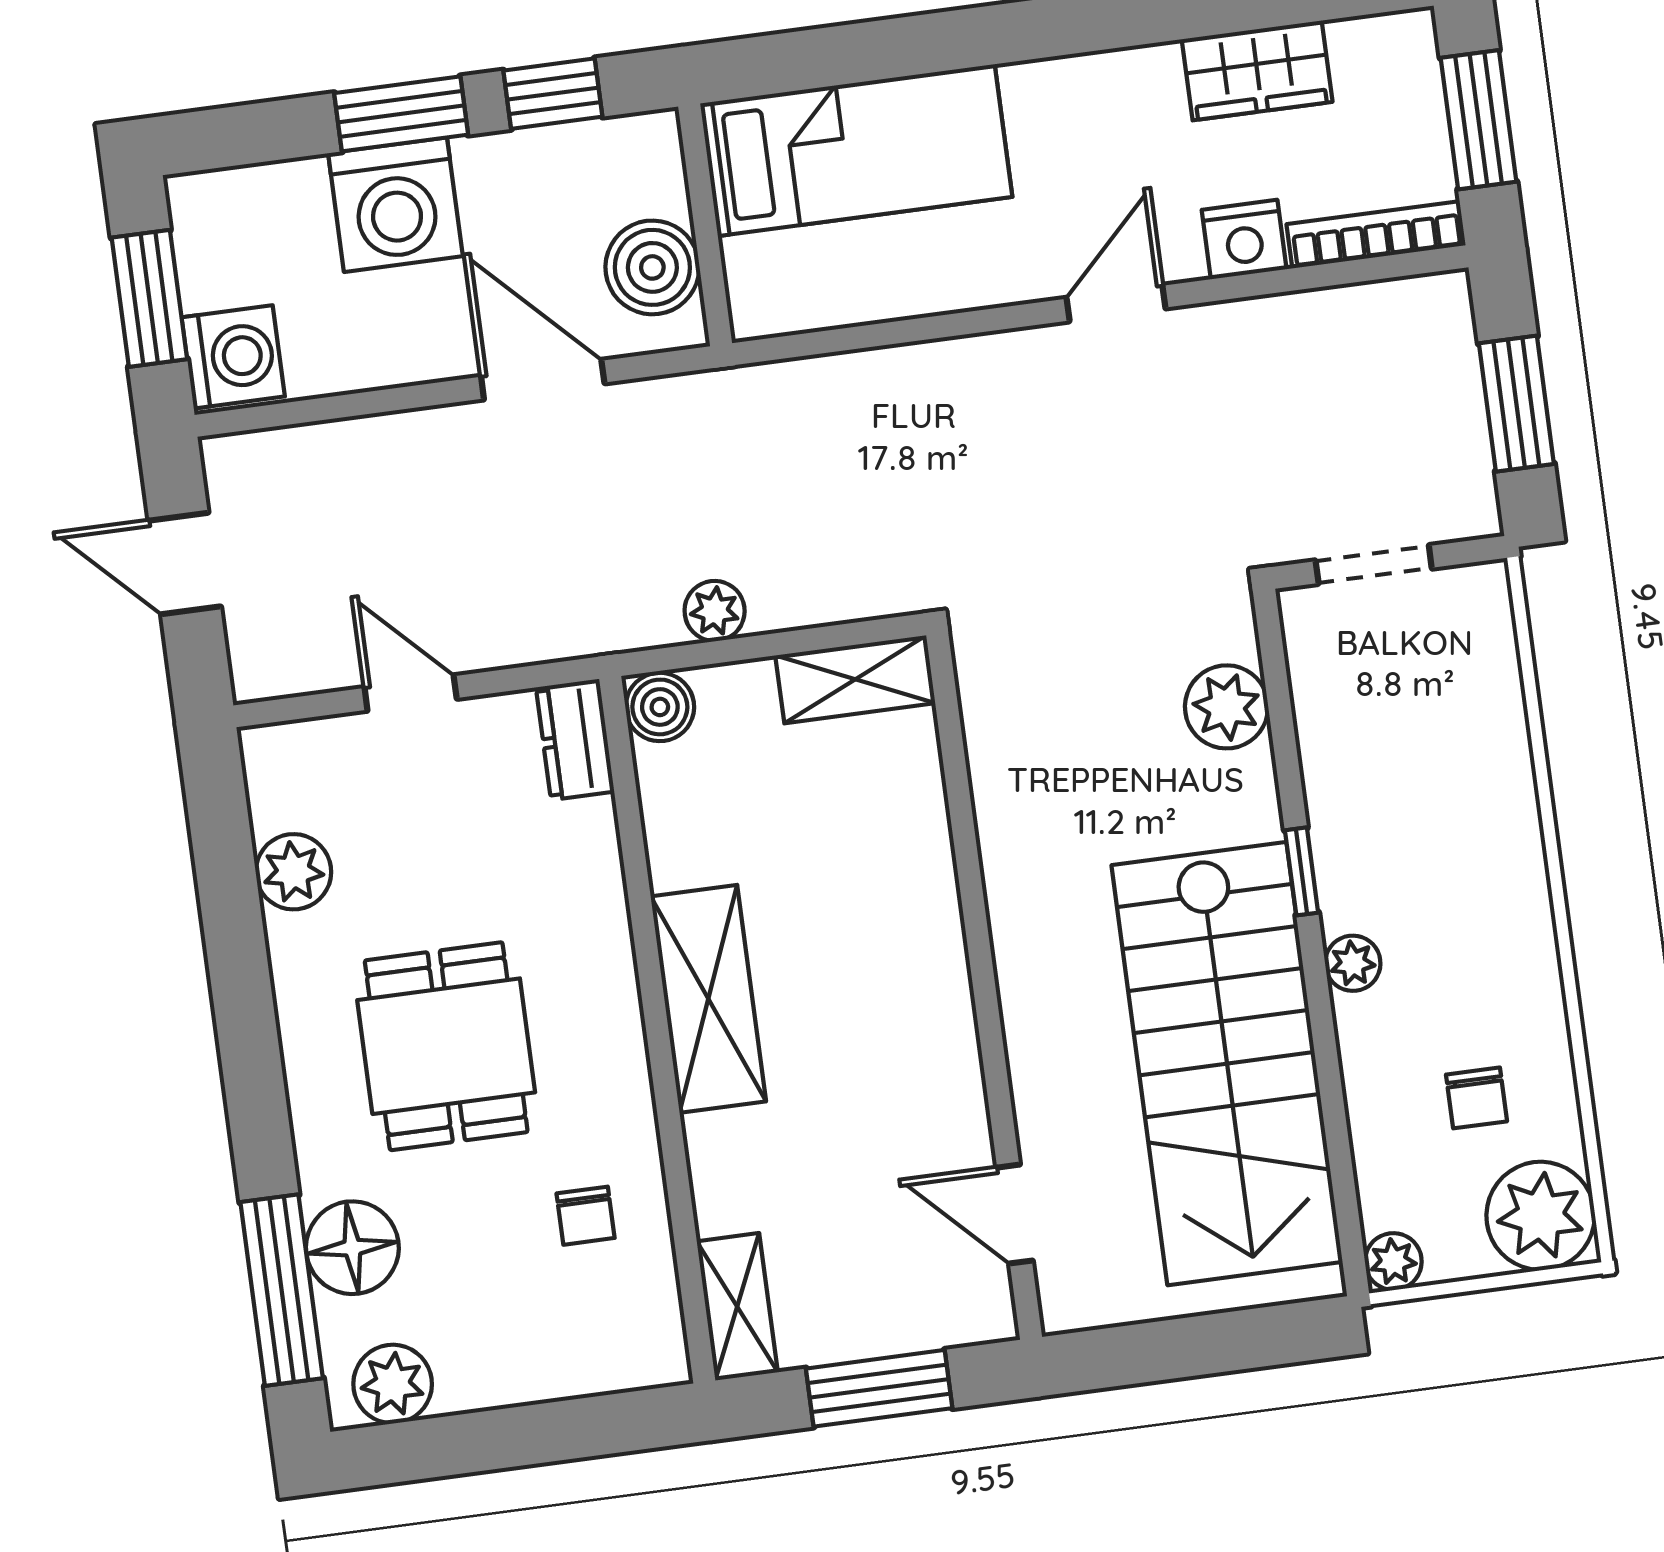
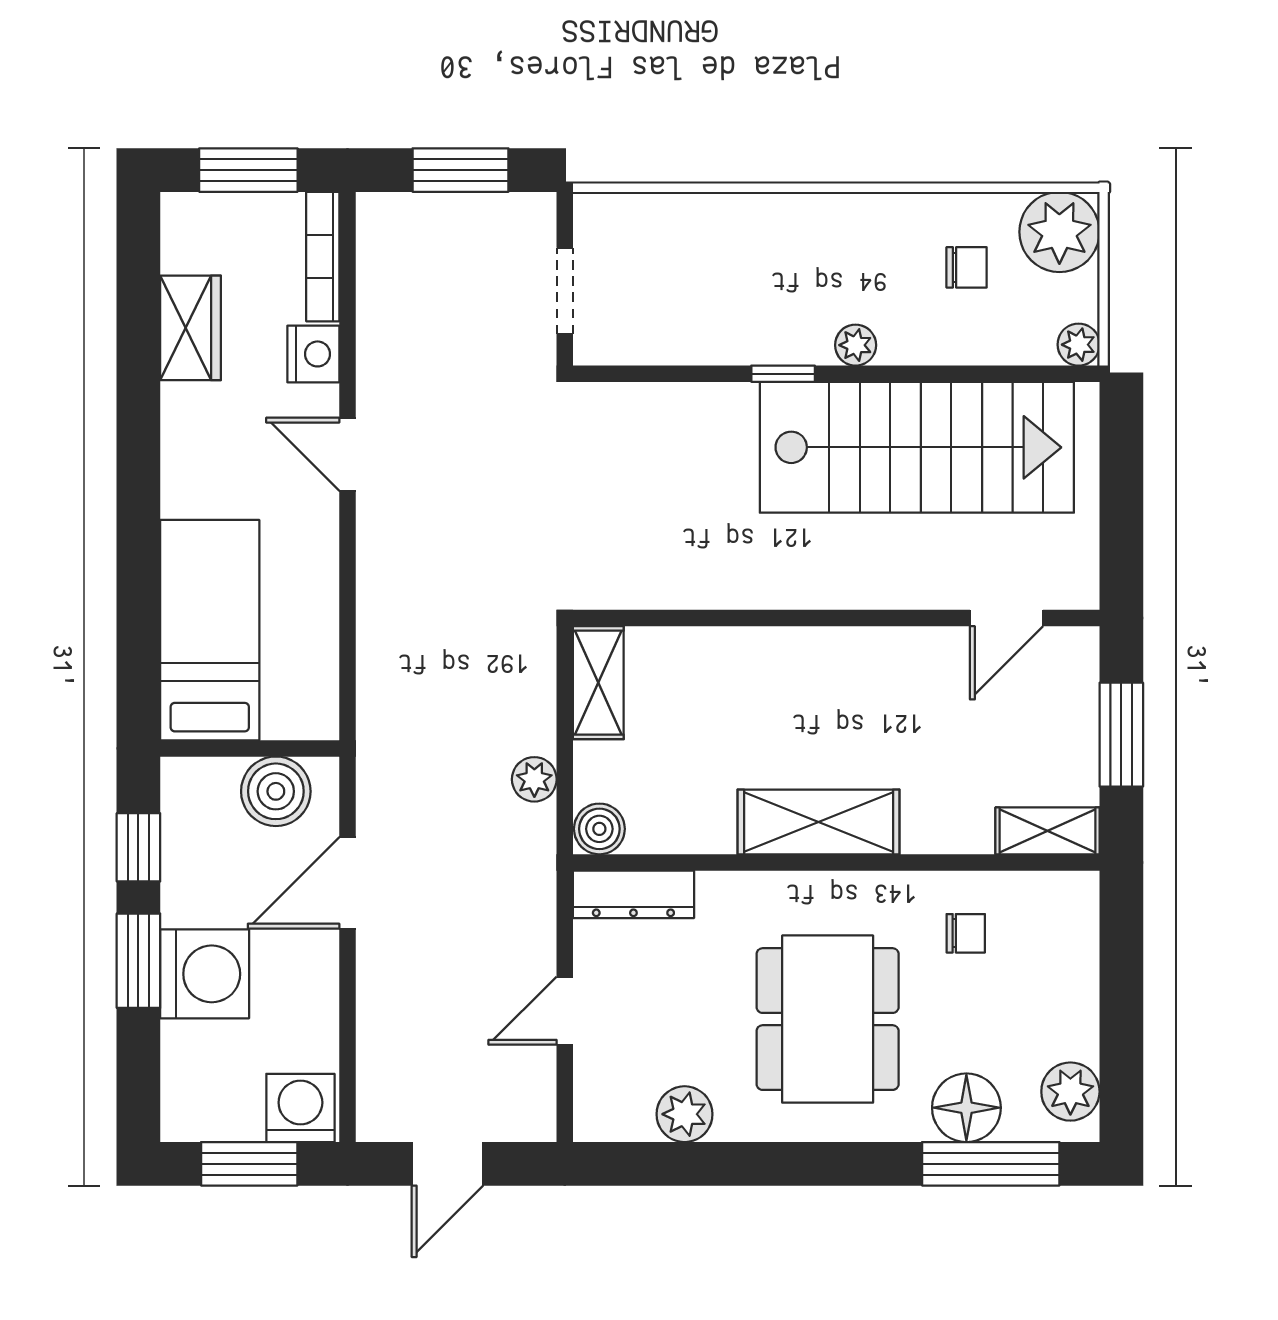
plant: (1227, 707) -> (655, 413), removed
dresser: (575, 740) -> (633, 894), width x1.44
dining table: (446, 1046) -> (828, 1019), width x1.38

